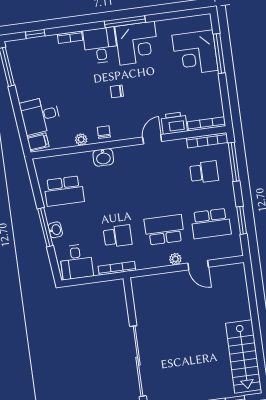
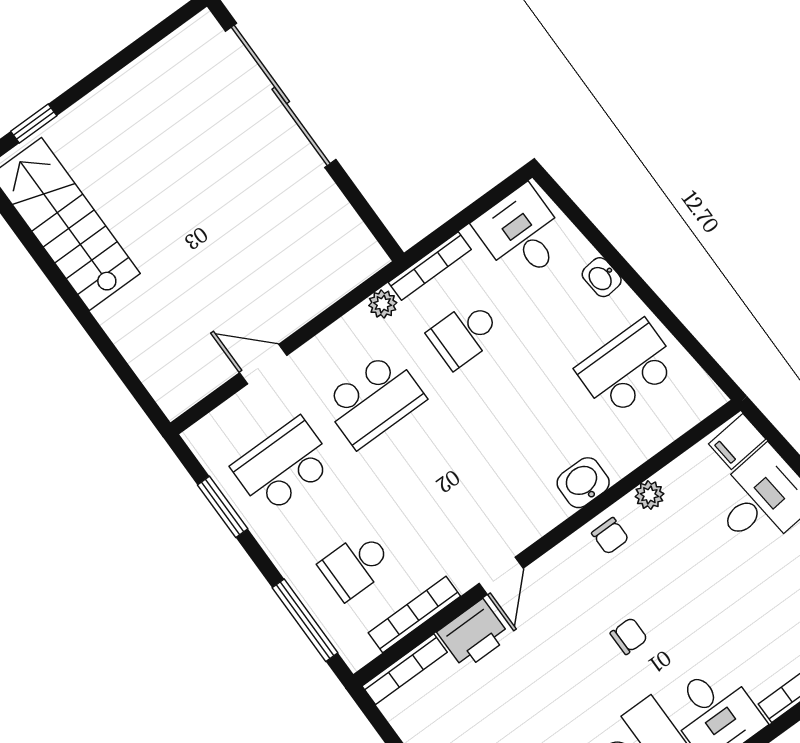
bookcase: (207, 140) -> (414, 615), moved
window: (45, 227) -> (626, 271), removed
plant: (175, 259) -> (383, 304), moved

